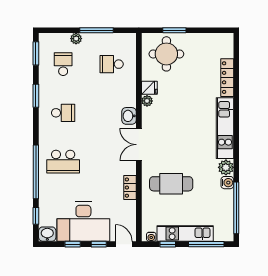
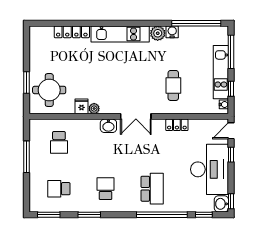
plant: (76, 39) -> (35, 176), removed
cafe table: (171, 184) -> (173, 85), width x0.73, depth x0.74
window: (73, 244) -> (231, 201), moved

